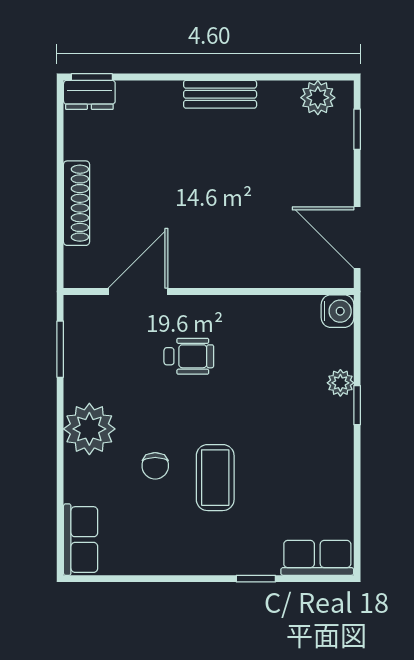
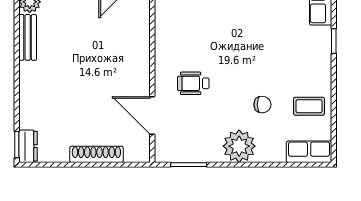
bench: (220, 94) -> (28, 37), moved
wheelchair: (189, 356) -> (193, 83), turned -90
coffee table: (215, 478) -> (309, 106), moved, width x0.73, depth x0.77

